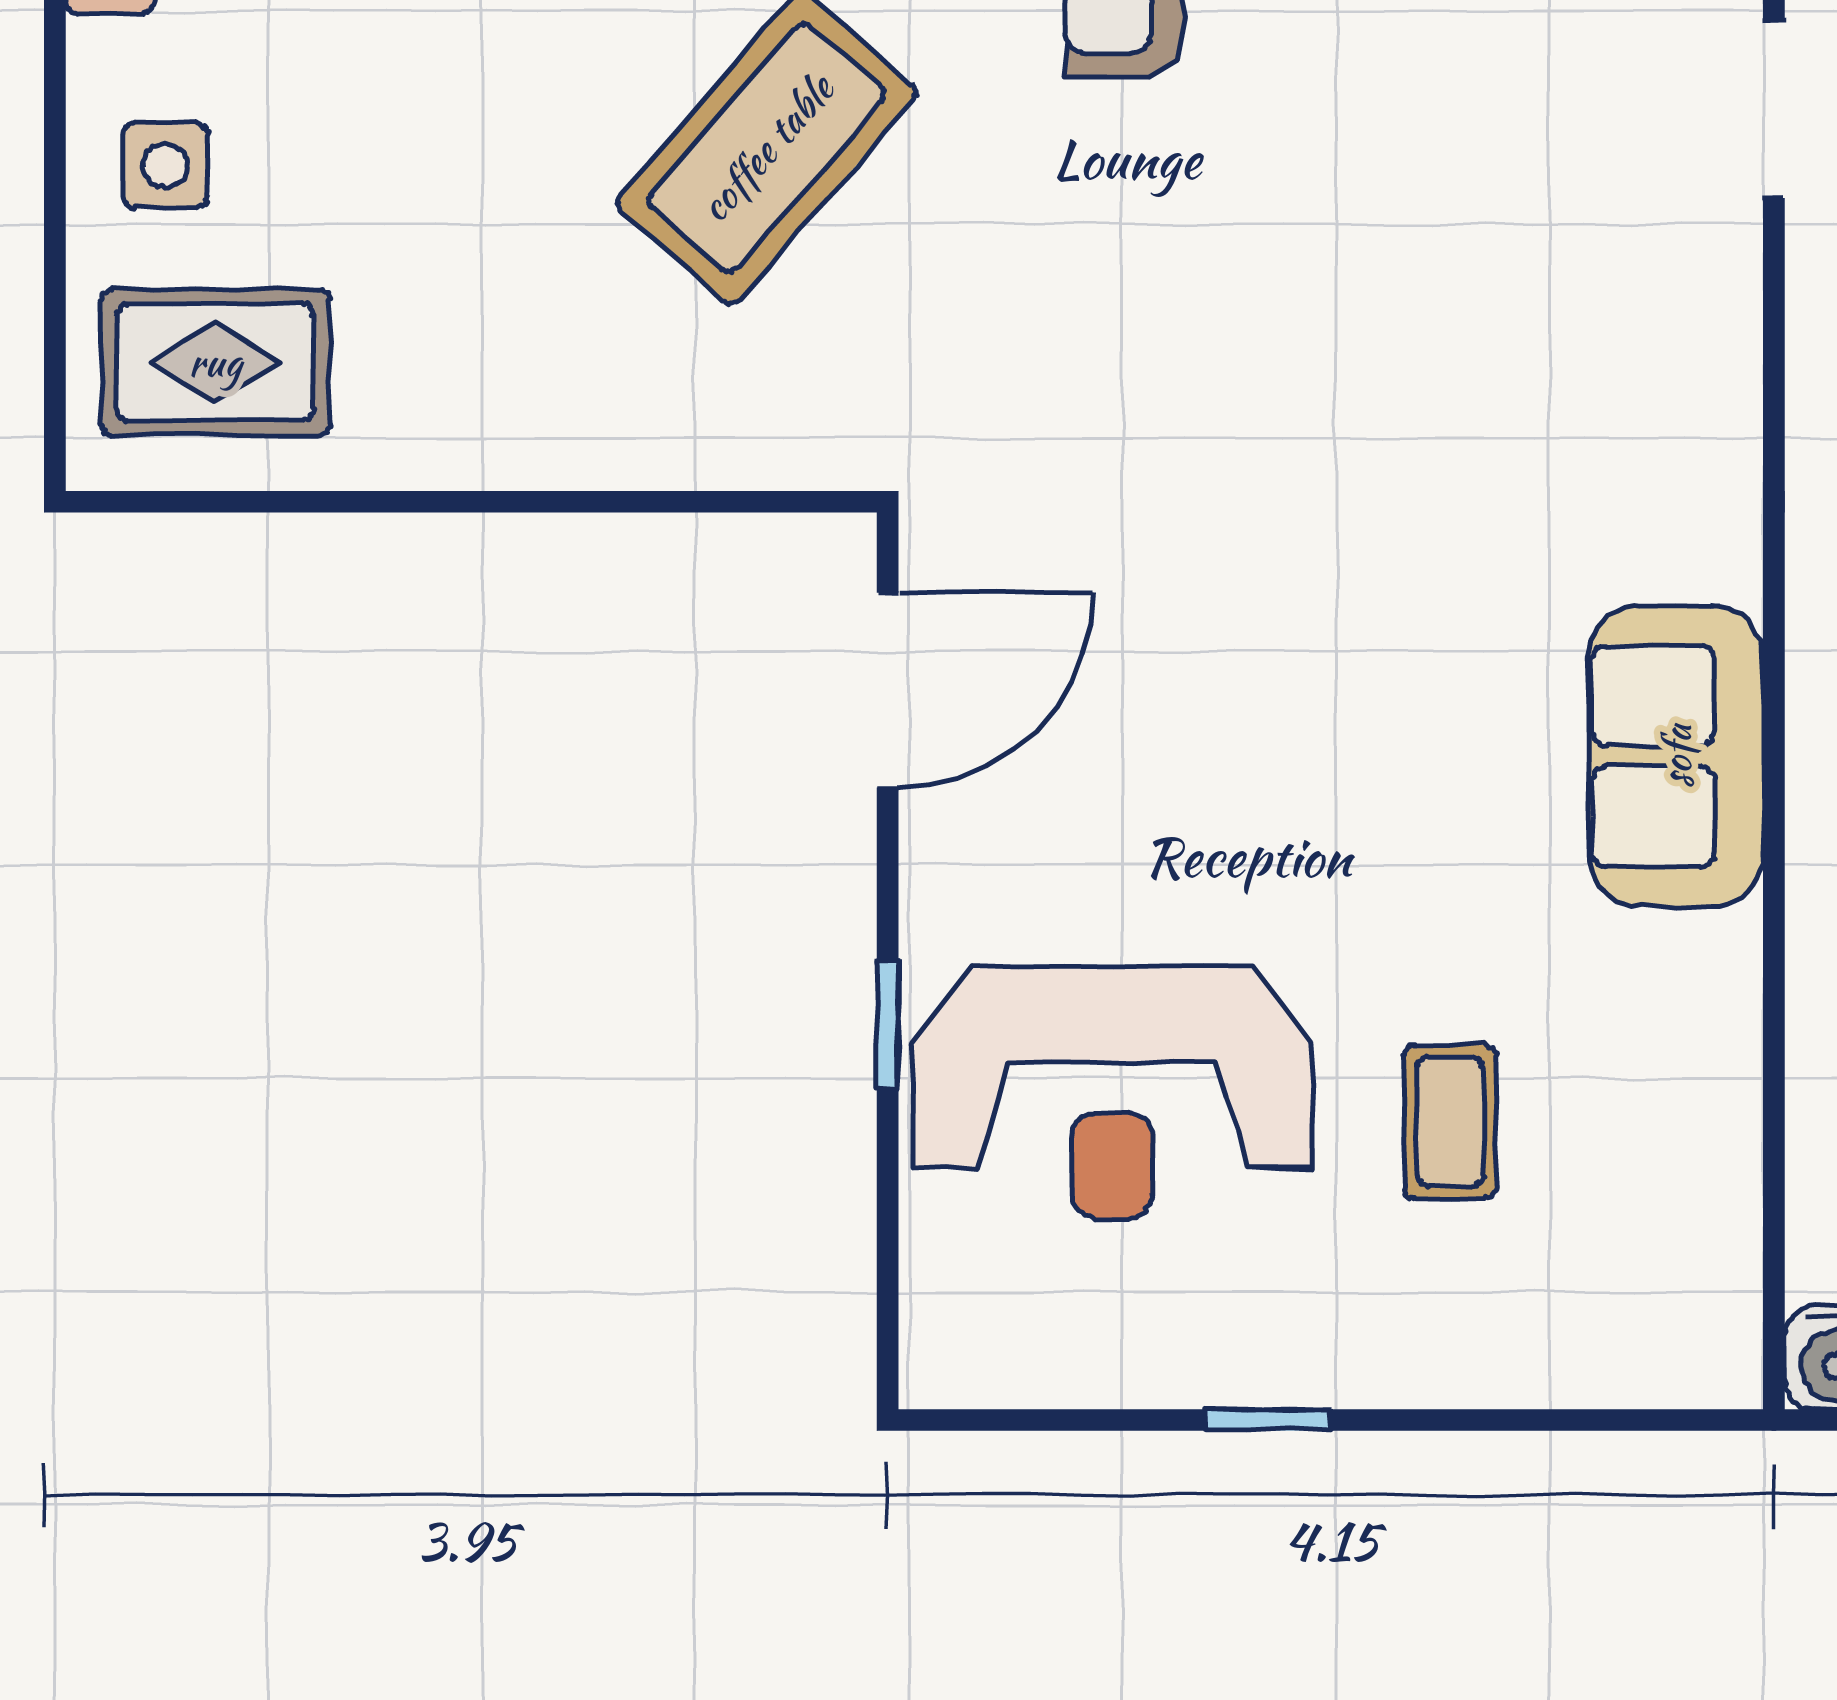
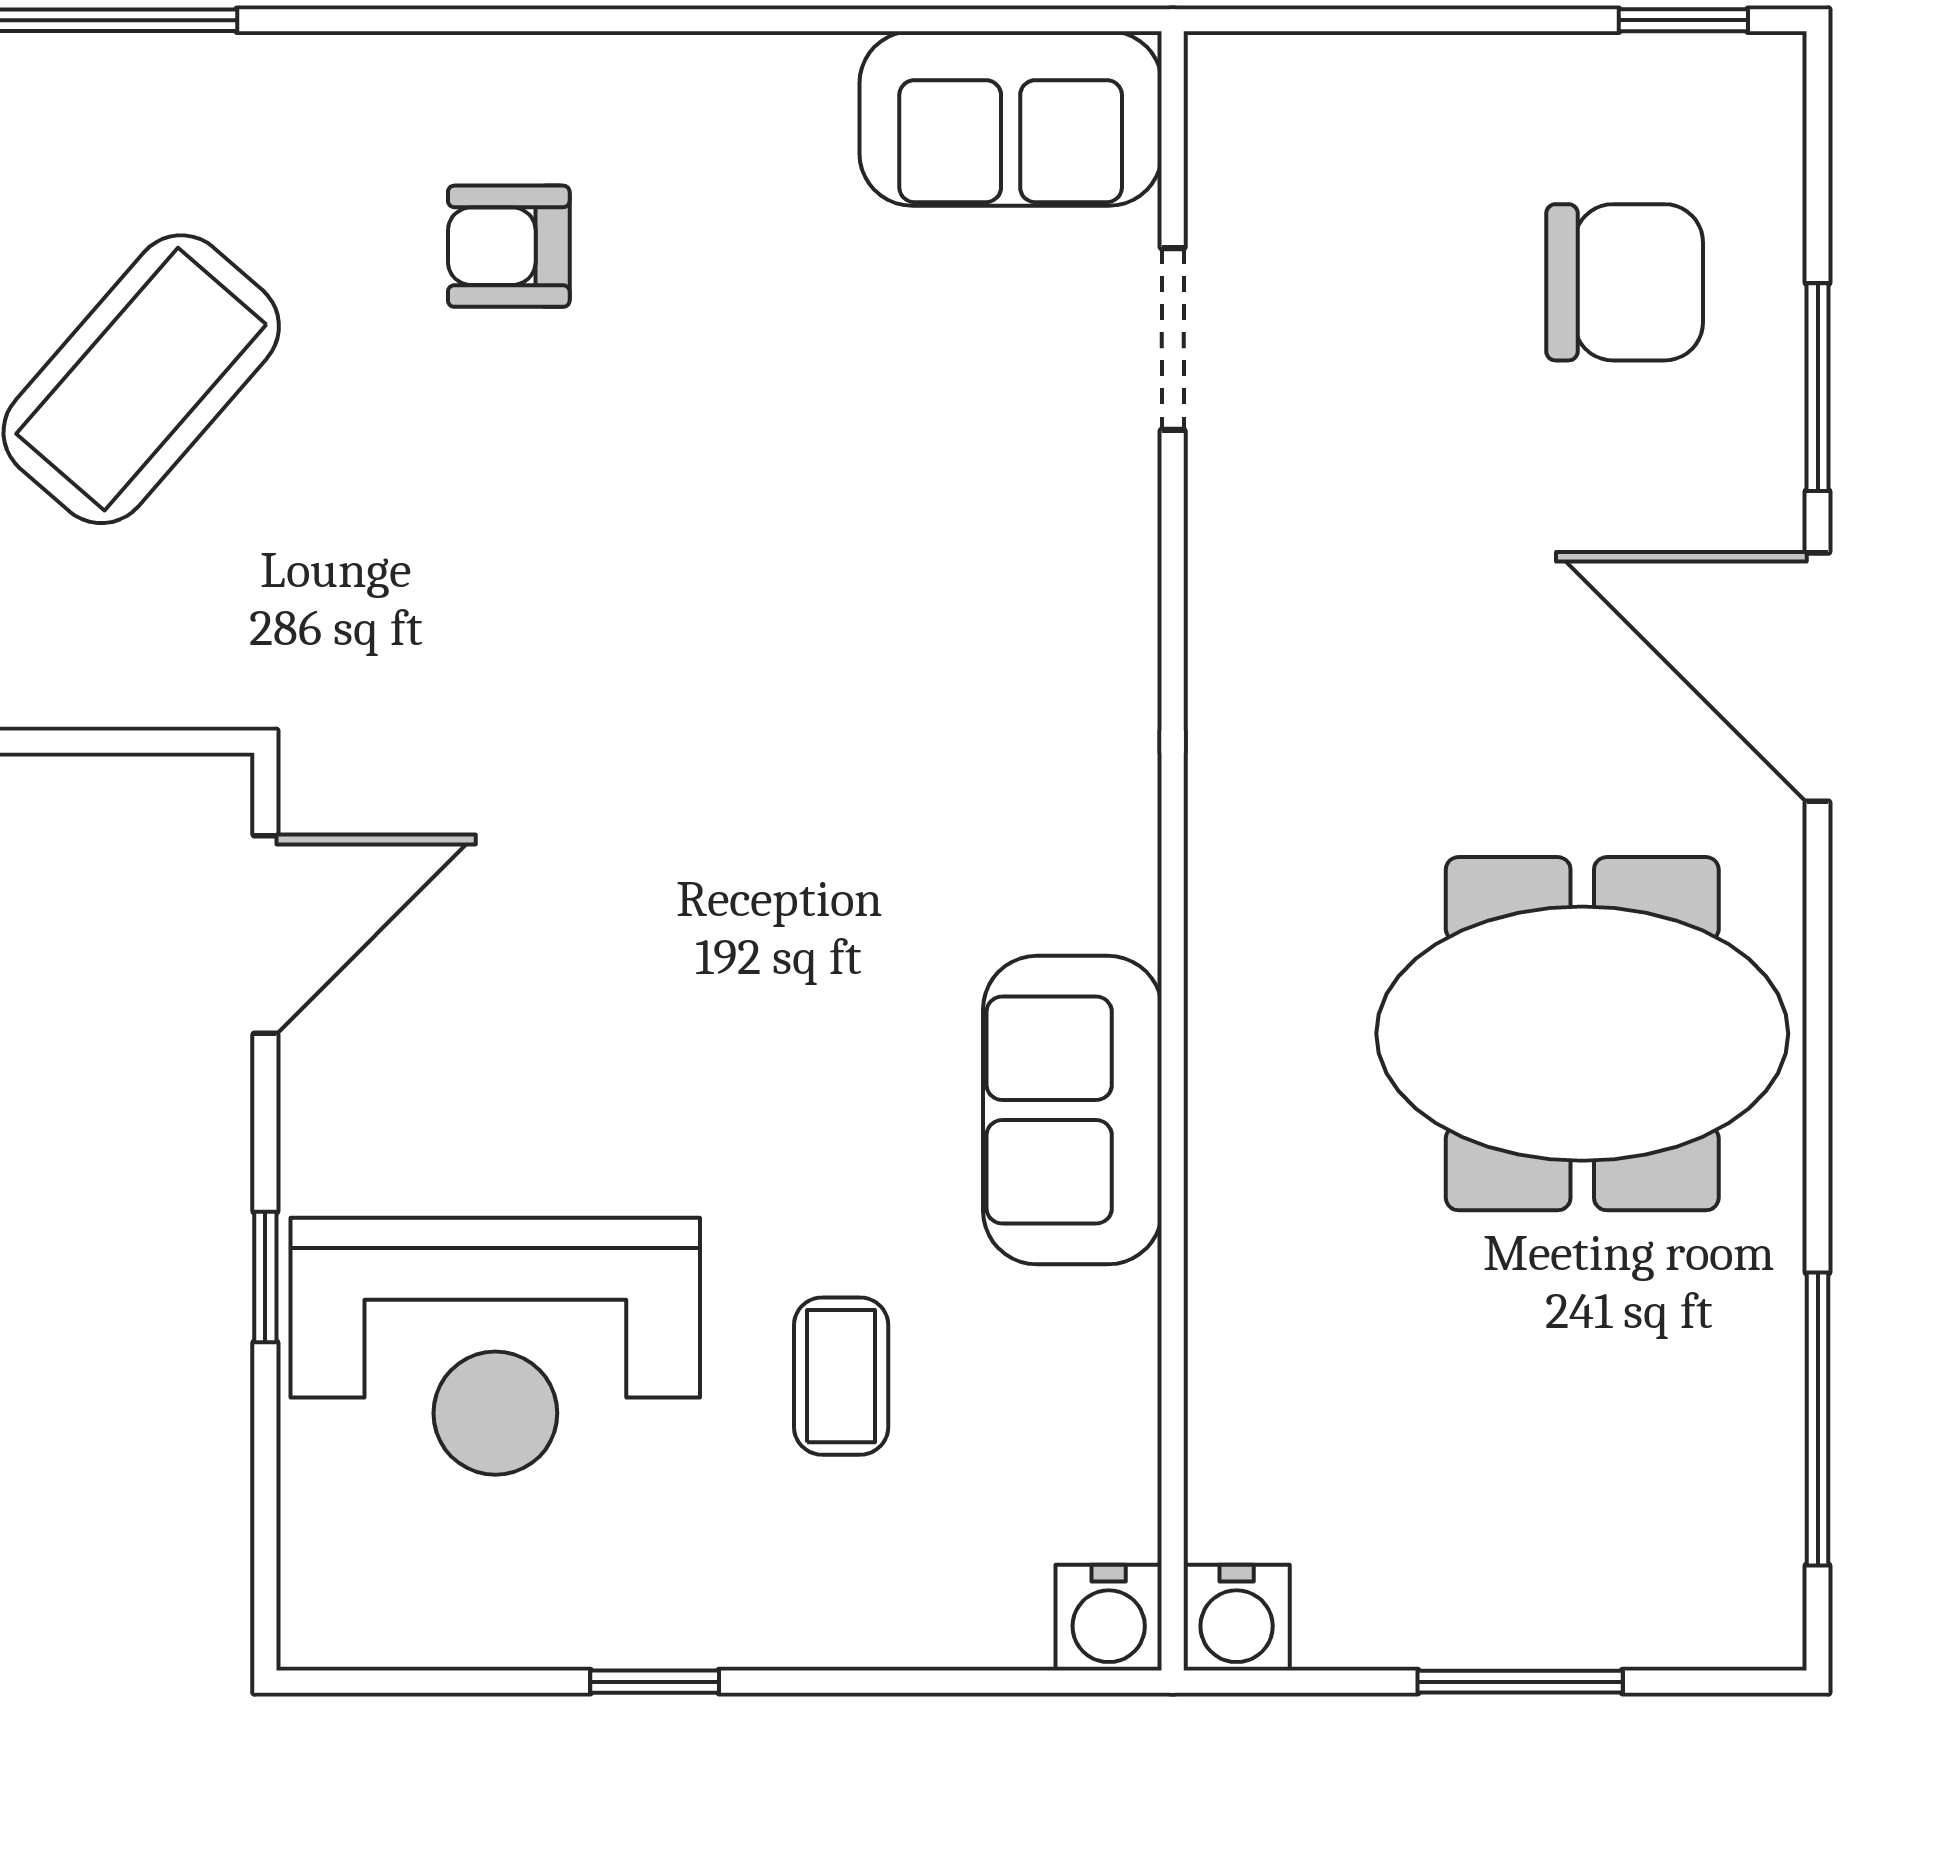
sofa: (1676, 756) -> (1072, 1110), moved
water cooler: (1711, 1358) -> (1109, 1618), added

